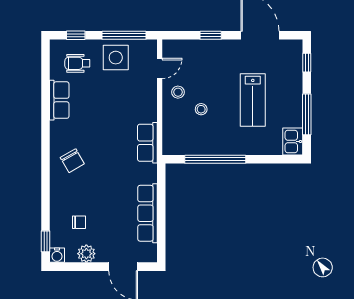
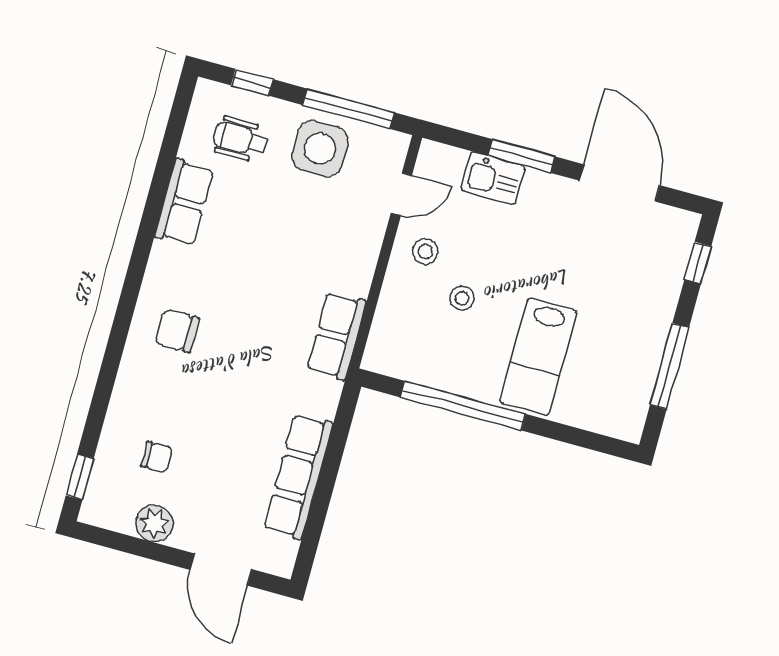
window: (211, 35) -> (521, 156), width x1.50
lab bench: (253, 100) -> (538, 357), moved
kitchen sink: (293, 141) -> (493, 178), moved, turned -90
chair: (72, 161) -> (177, 331), turned 120
water cooler: (57, 255) -> (95, 511), removed

